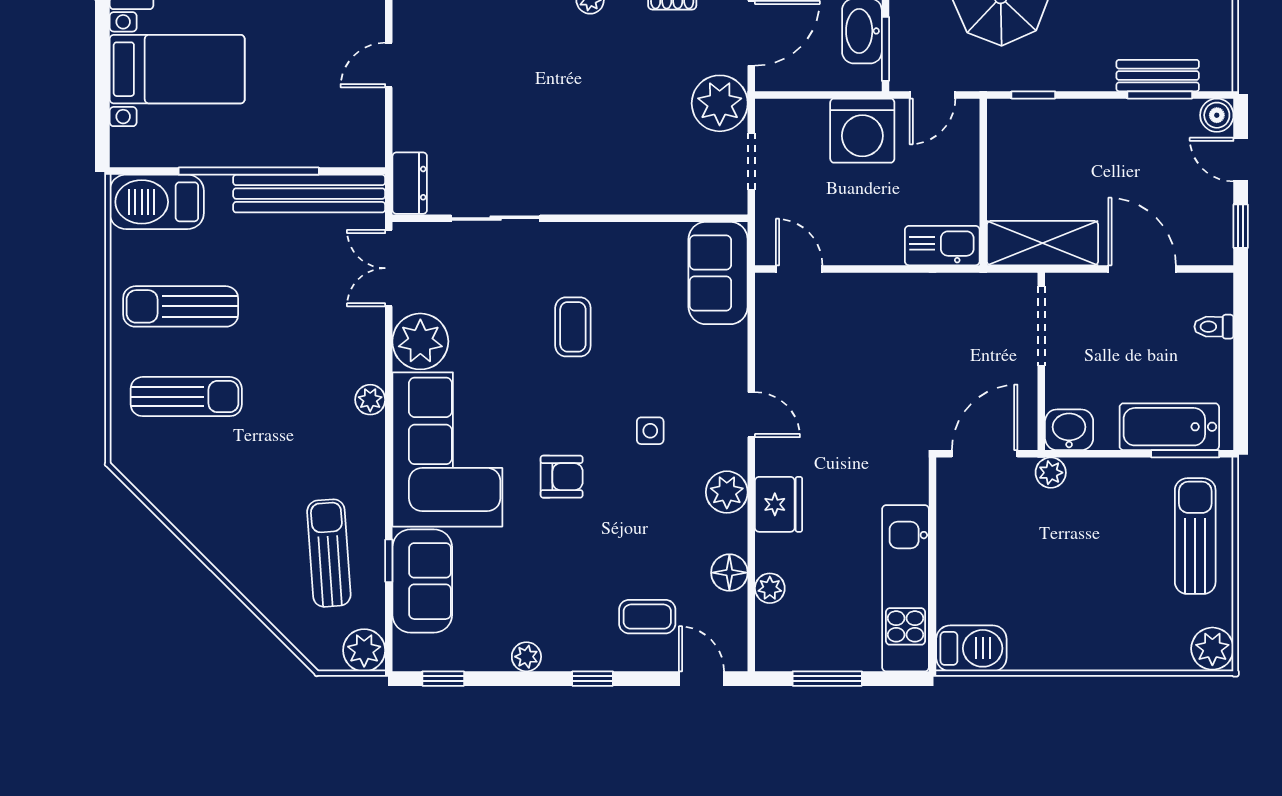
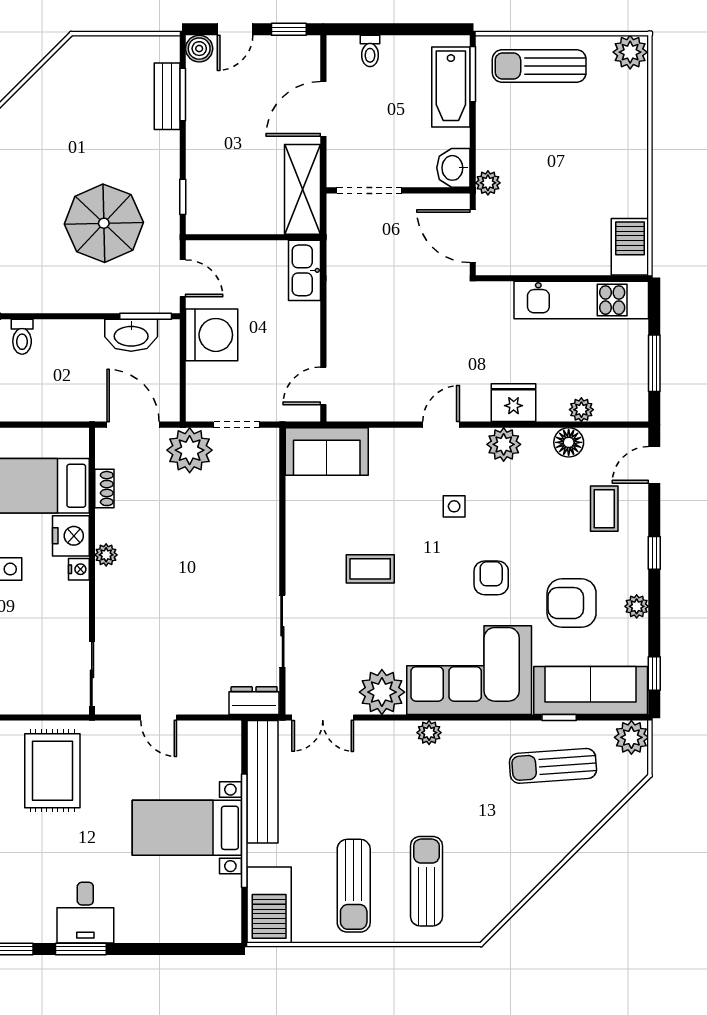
bed with nightstands: (177, 69) -> (187, 828), moved, turned -90
armchair: (530, 576) -> (572, 603), added
sofa: (422, 581) -> (591, 690), width x1.36

